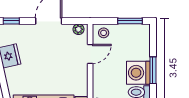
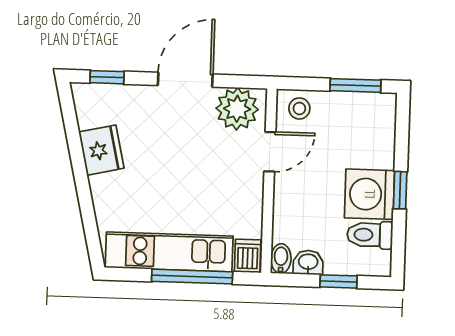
plant: (79, 29) -> (237, 109), width x1.88, depth x1.88
window: (153, 70) -> (400, 190), width x0.67

